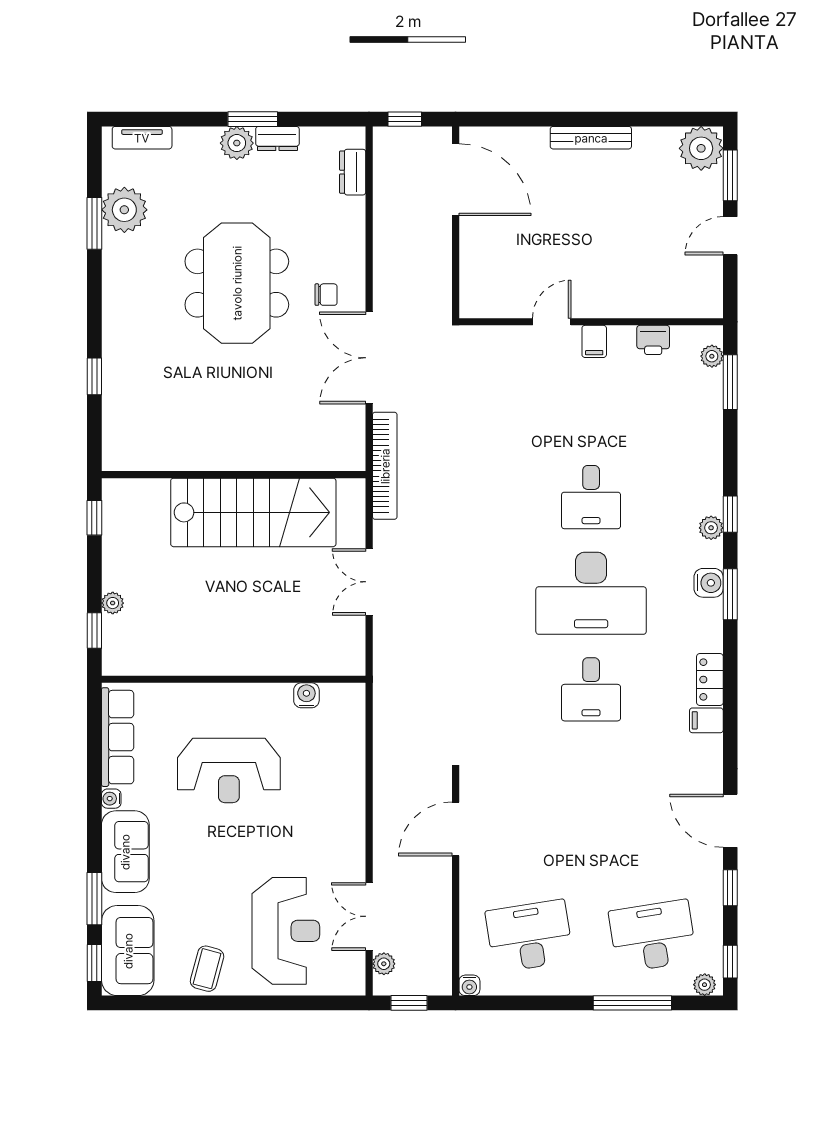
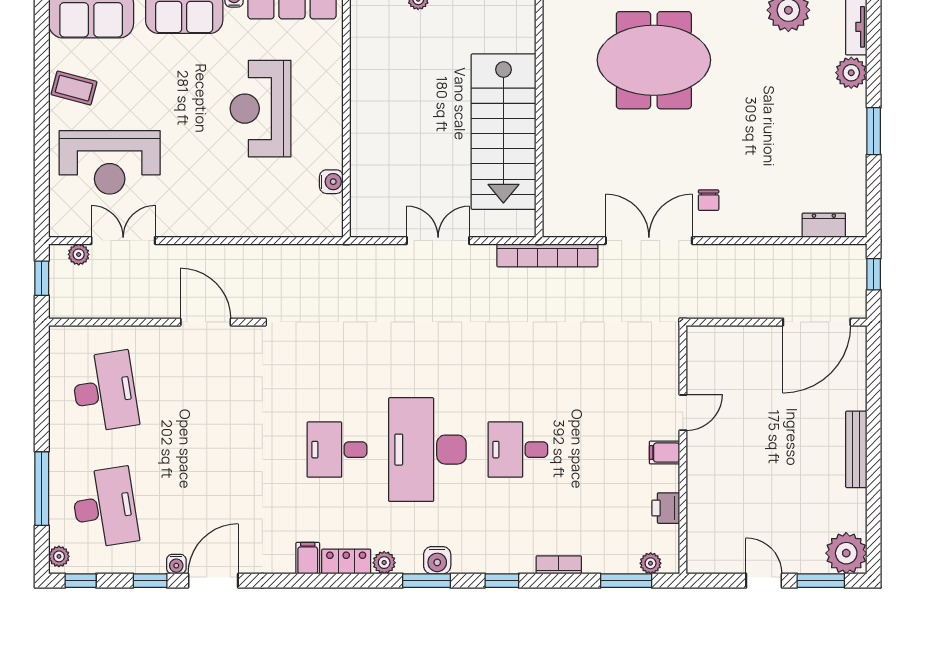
dresser: (277, 139) -> (855, 154), removed
plant: (237, 143) -> (851, 73), moved
meeting table: (237, 283) -> (654, 60), moved
door: (552, 322) -> (683, 413), hinge flipped
bookcase: (713, 454) -> (559, 565), added
plant: (711, 528) -> (384, 563), moved
water cooler: (469, 985) -> (176, 564), moved, turned -90

